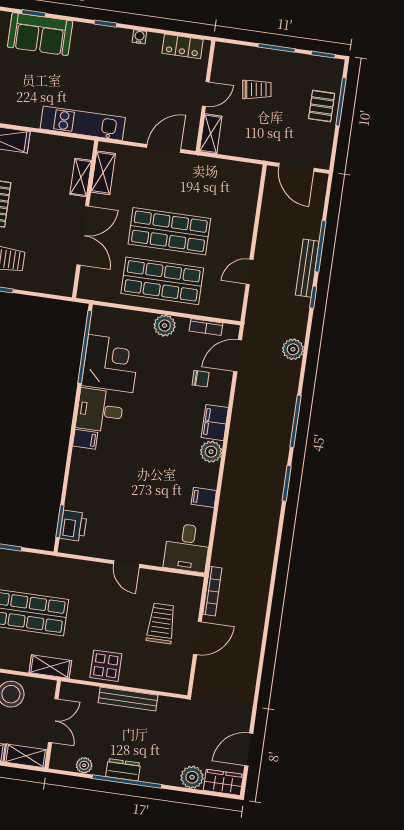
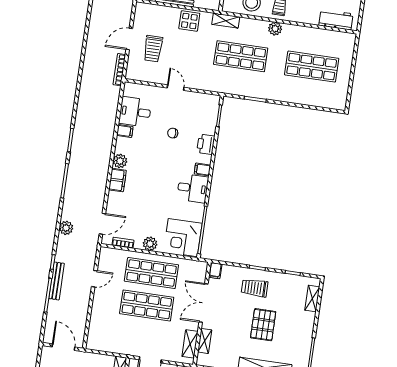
filing cabinet: (65, 285) -> (215, 271), added
corner desk: (111, 364) -> (183, 238), moved
chair: (201, 379) -> (173, 133), moved
printer: (73, 526) -> (206, 144), moved
desk: (187, 548) -> (135, 112), moved, turned -90

